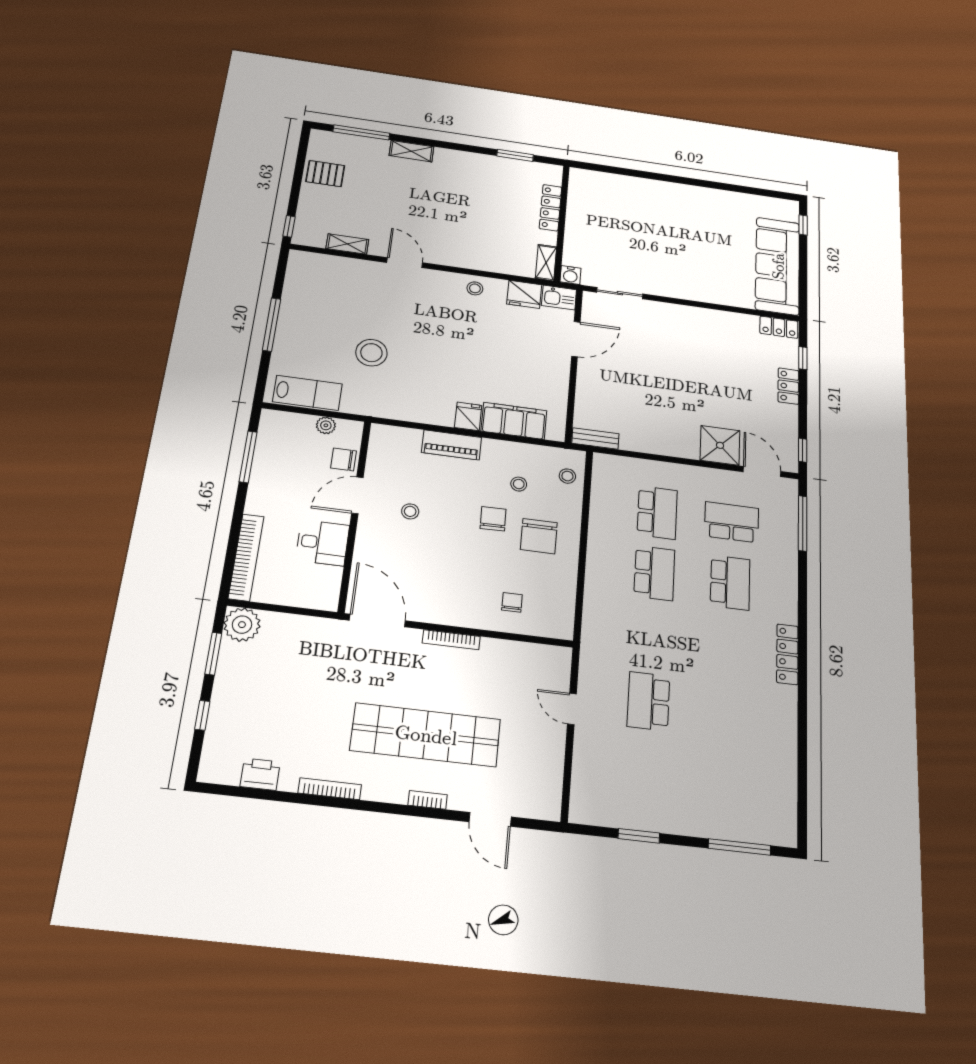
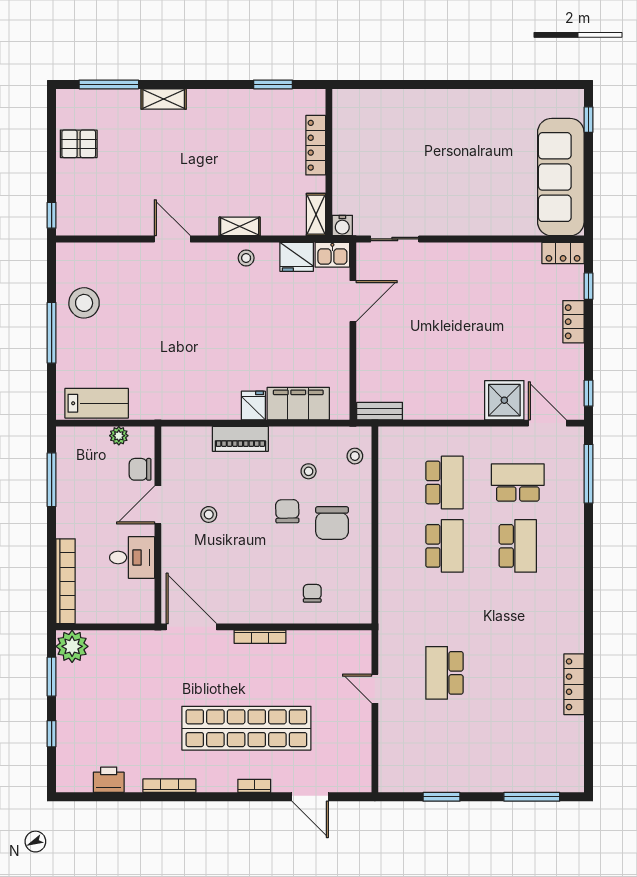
shelving: (347, 244) -> (240, 226), moved
stool: (371, 353) -> (84, 303), moved
locker: (787, 654) -> (574, 684), moved

